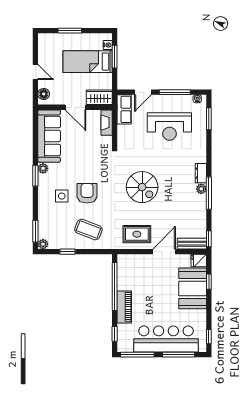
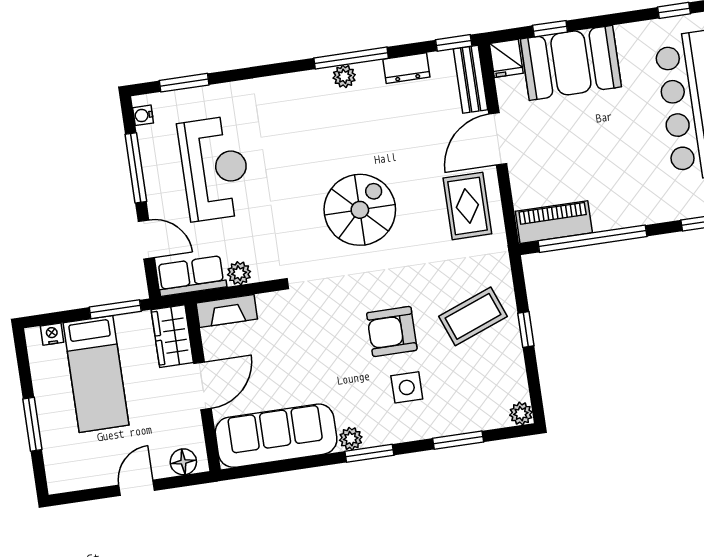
window: (115, 57) -> (115, 309), moved
plant: (122, 130) -> (239, 273), added
dresser: (201, 173) -> (406, 68), moved
coffee table: (88, 229) -> (473, 316), turned 48
window: (35, 231) -> (458, 440), moved
window: (67, 252) -> (526, 329), moved
door: (164, 252) -> (498, 139), hinge flipped
piano: (124, 307) -> (554, 222), moved

